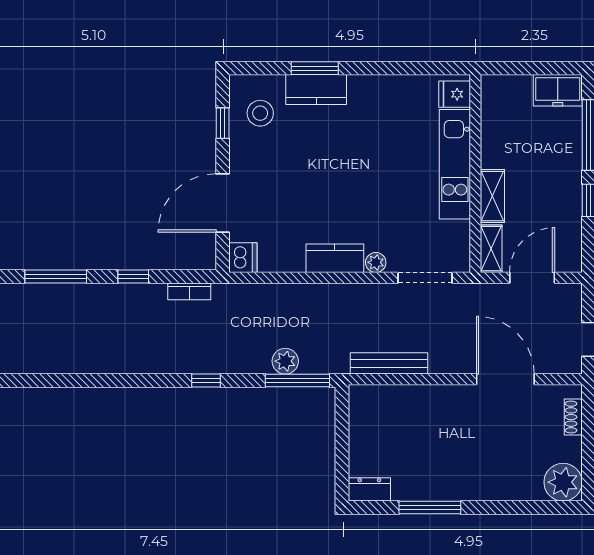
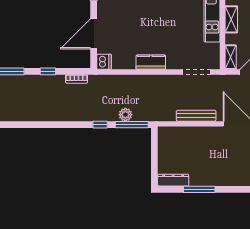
shelving: (492, 196) -> (231, 19), moved
plant: (376, 262) -> (172, 64), removed
bench: (389, 363) -> (196, 116), moved
window: (206, 381) -> (100, 125), moved
dresser: (369, 489) -> (173, 180), width x1.44

